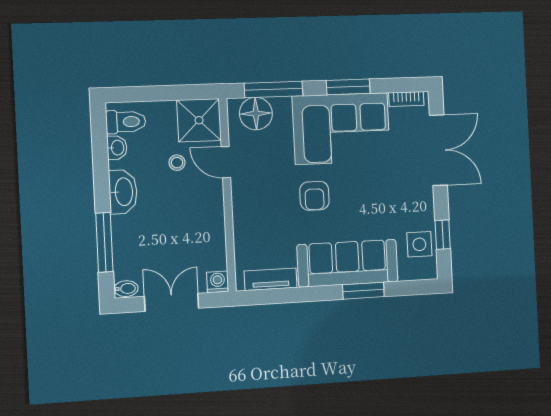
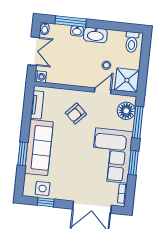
washbasin: (117, 148) -> (77, 31), moved
armchair: (314, 196) -> (76, 114), moved, turned -47

